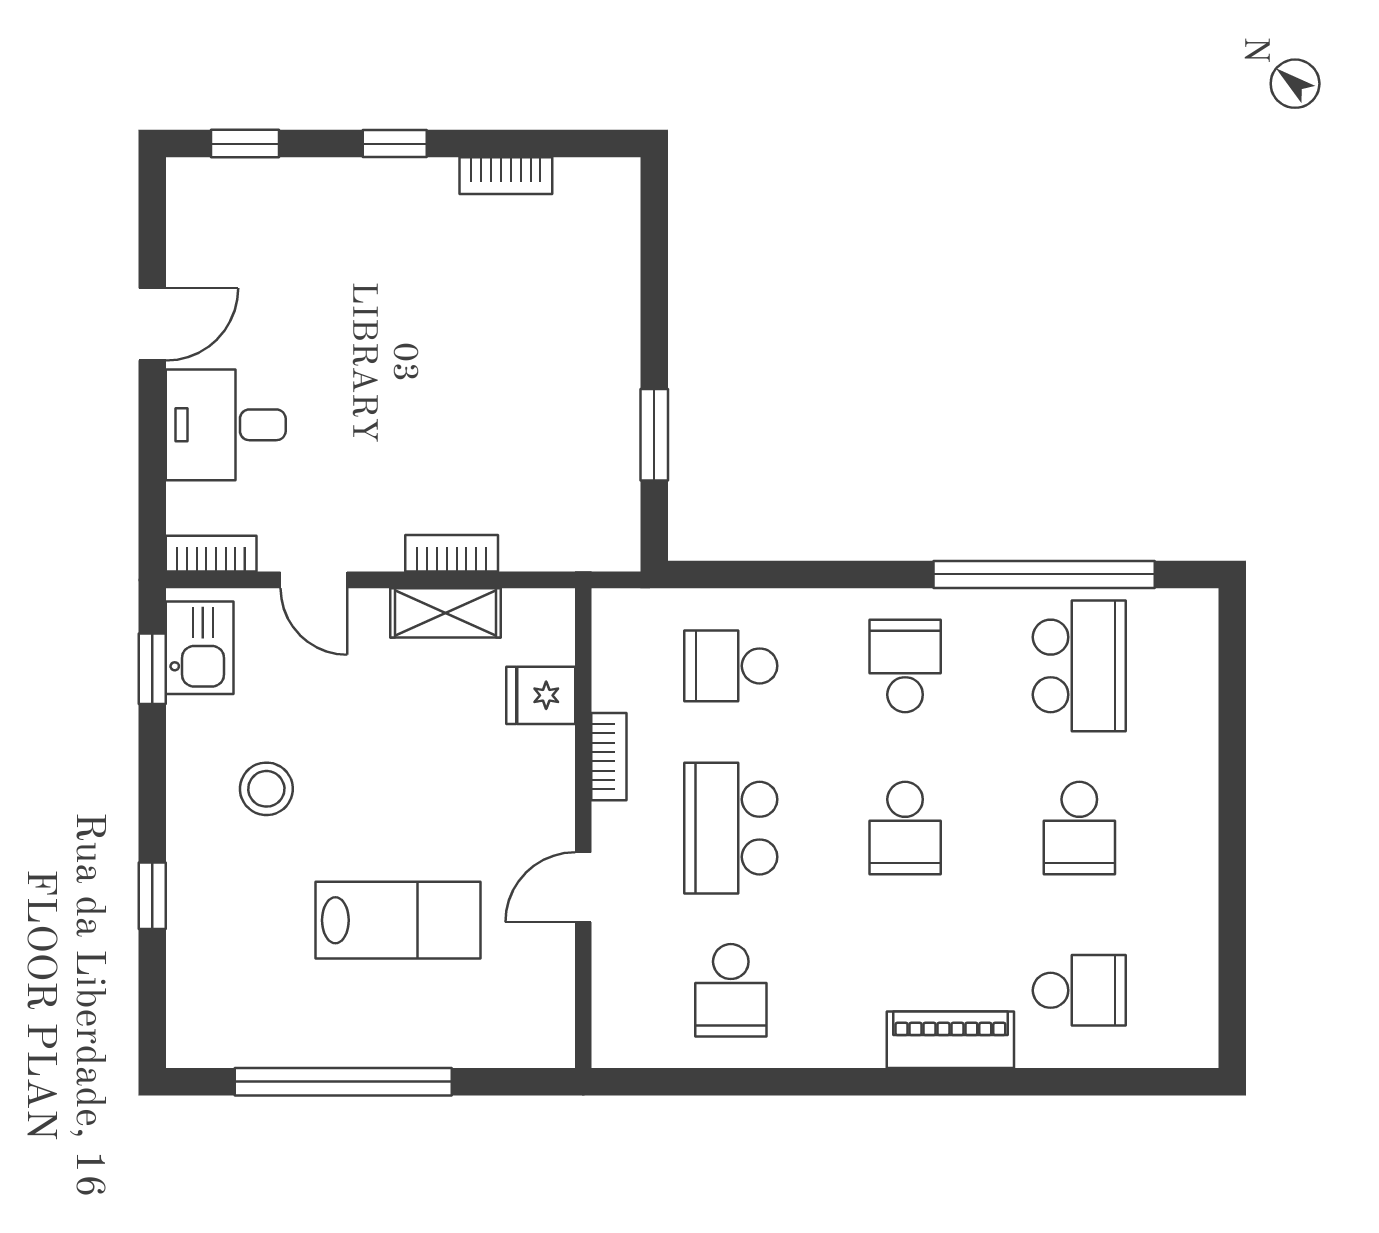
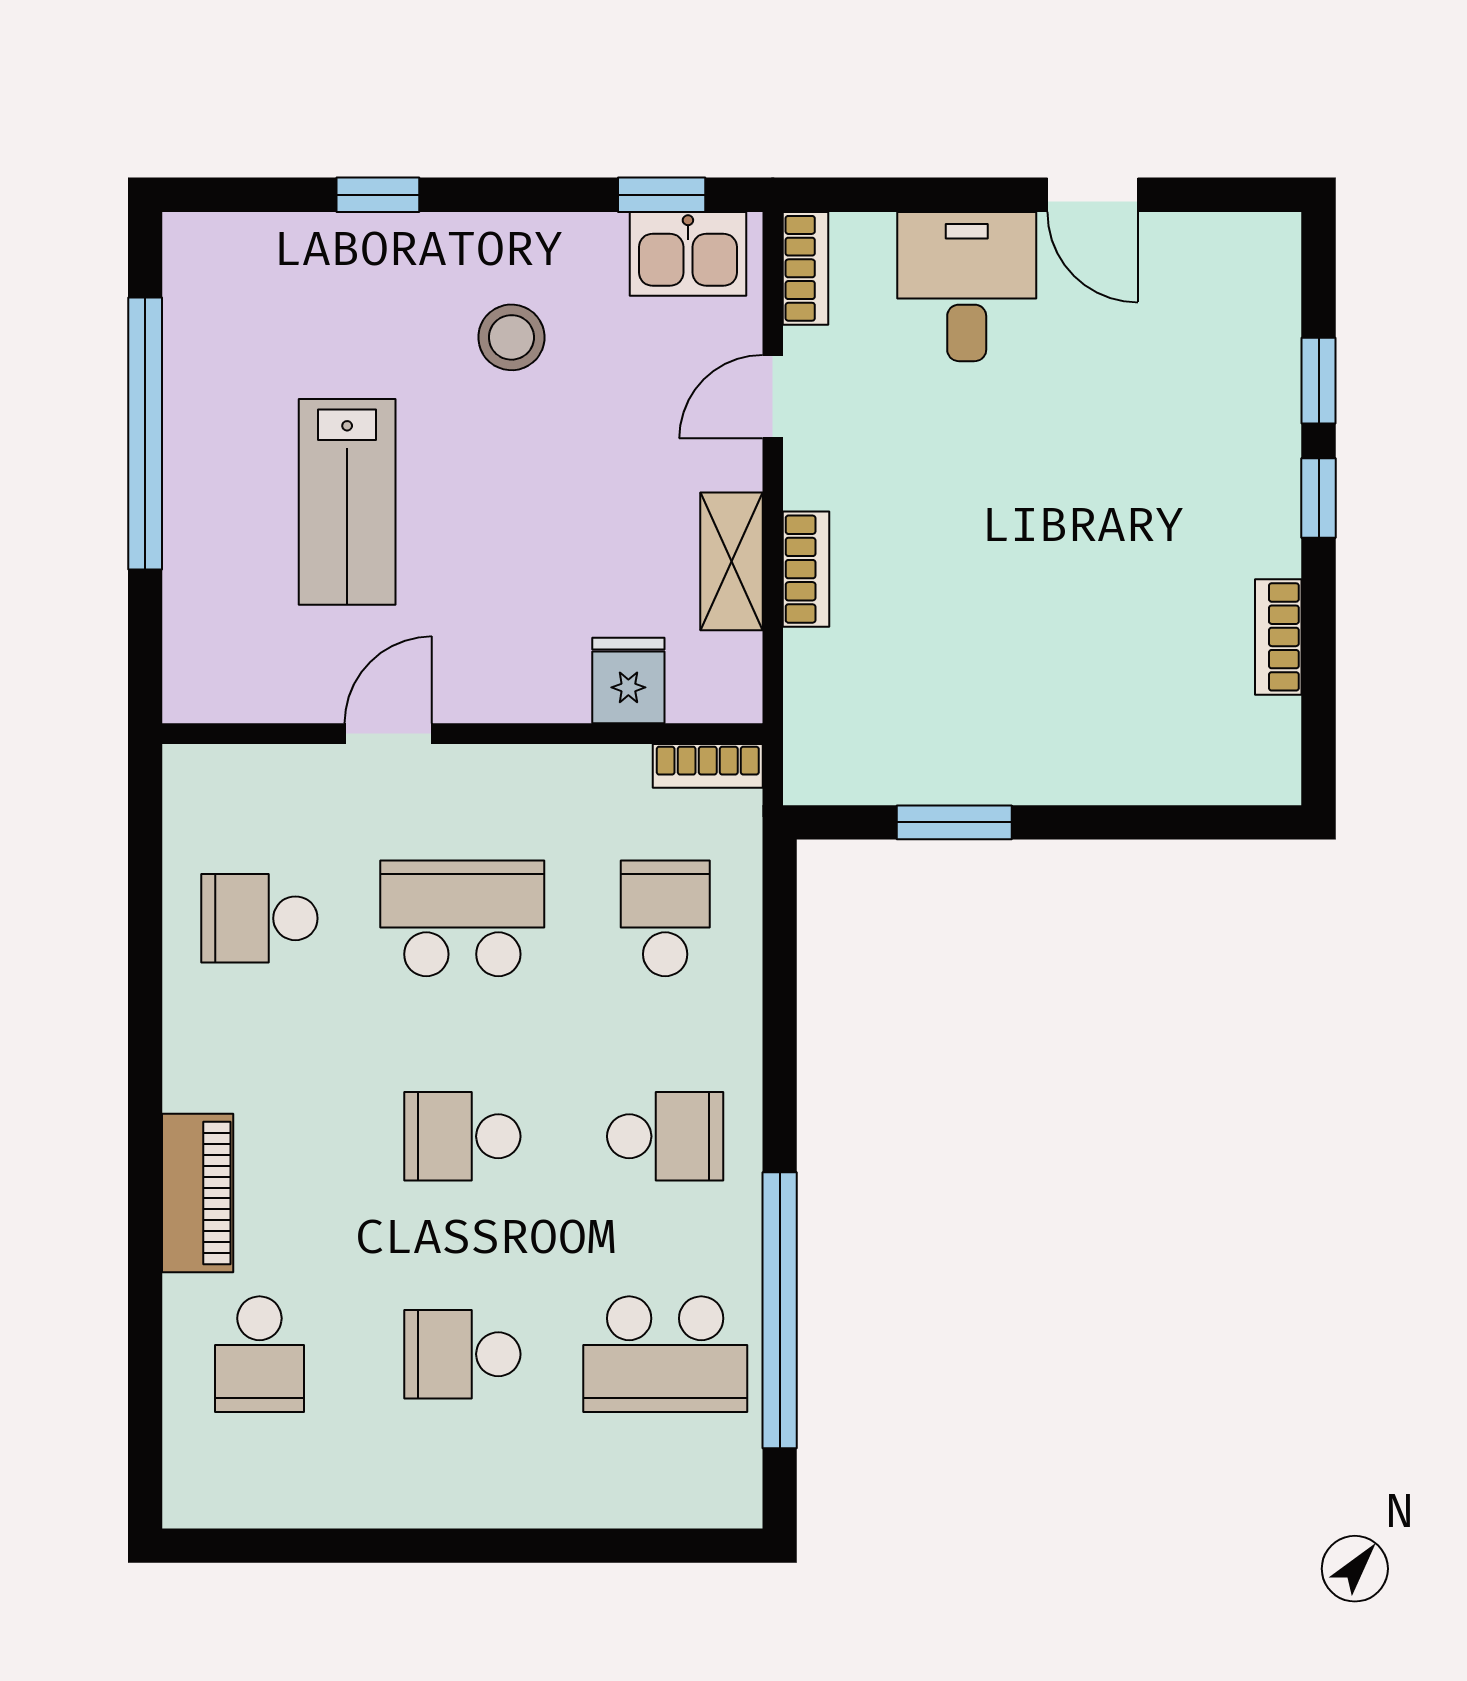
window: (245, 144) -> (1319, 381), moved
bookcase: (609, 757) -> (708, 766), moved
door: (583, 887) -> (388, 734), hinge flipped

